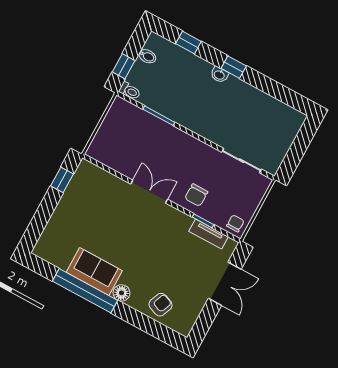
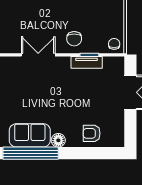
tv unit: (209, 234) -> (87, 62), moved
armchair: (160, 305) -> (92, 133), turned -112

